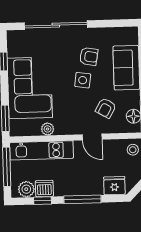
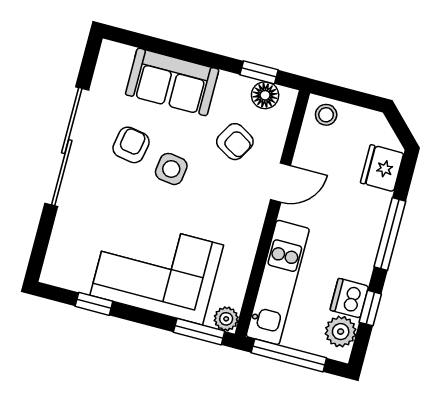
sliding door: (56, 25) -> (67, 147), moved
plant: (48, 129) -> (226, 319), moved

